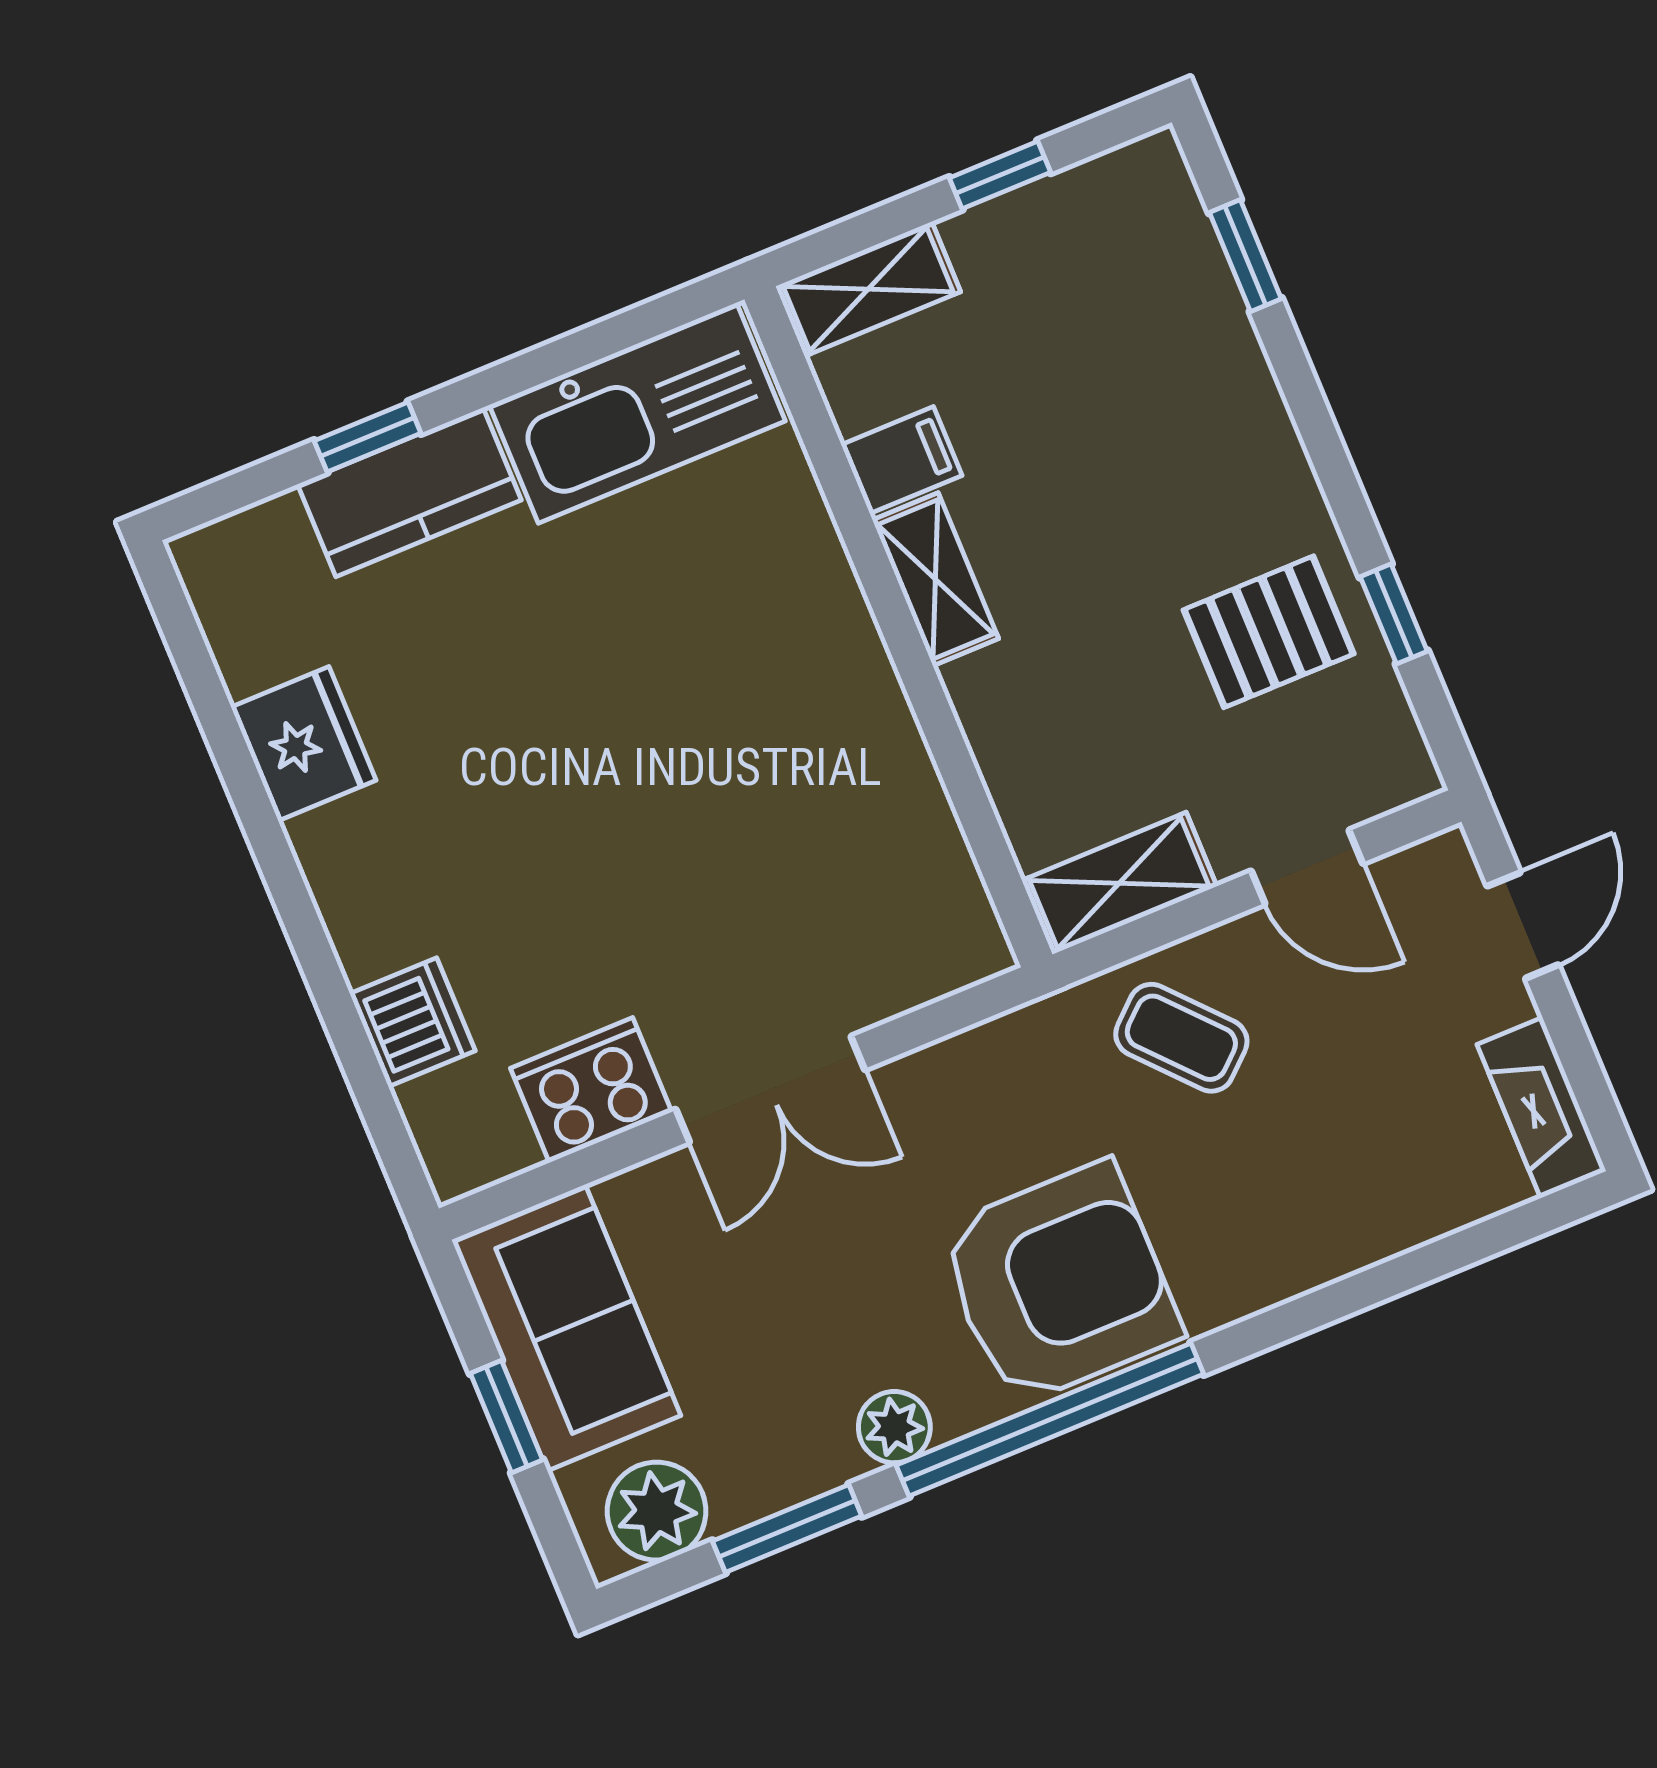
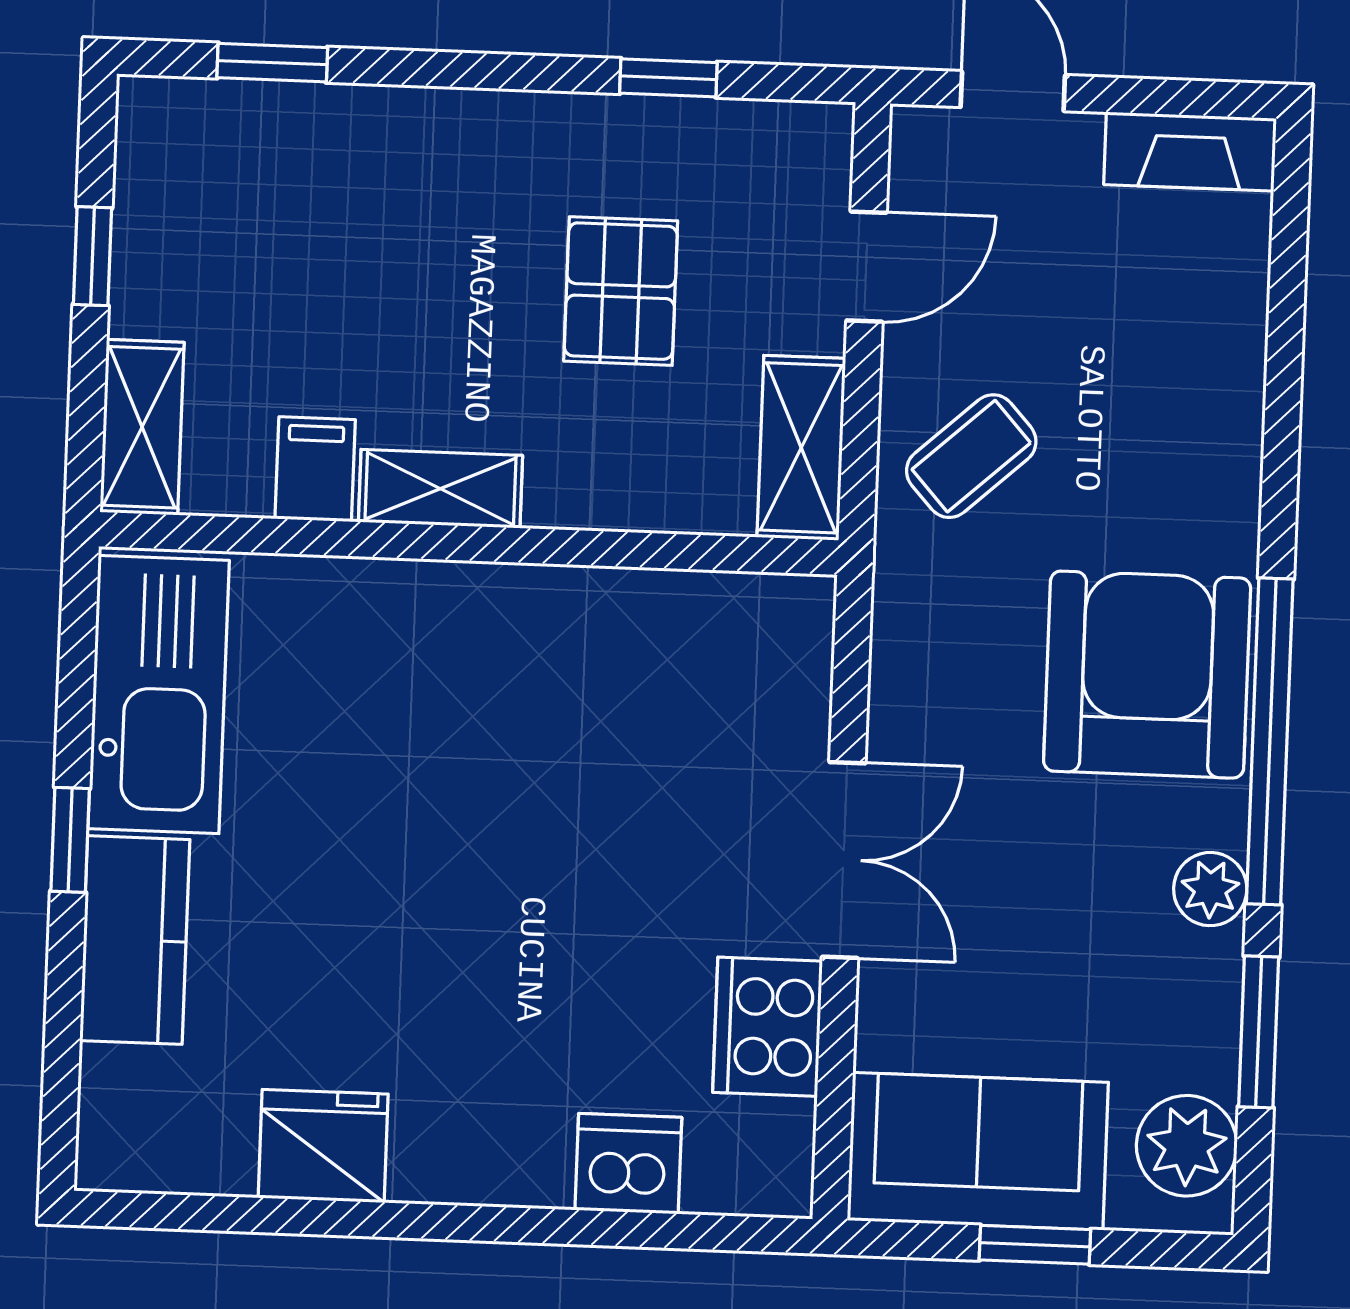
window: (368, 437) -> (70, 840), moved
pallet: (1269, 632) -> (621, 291), moved

